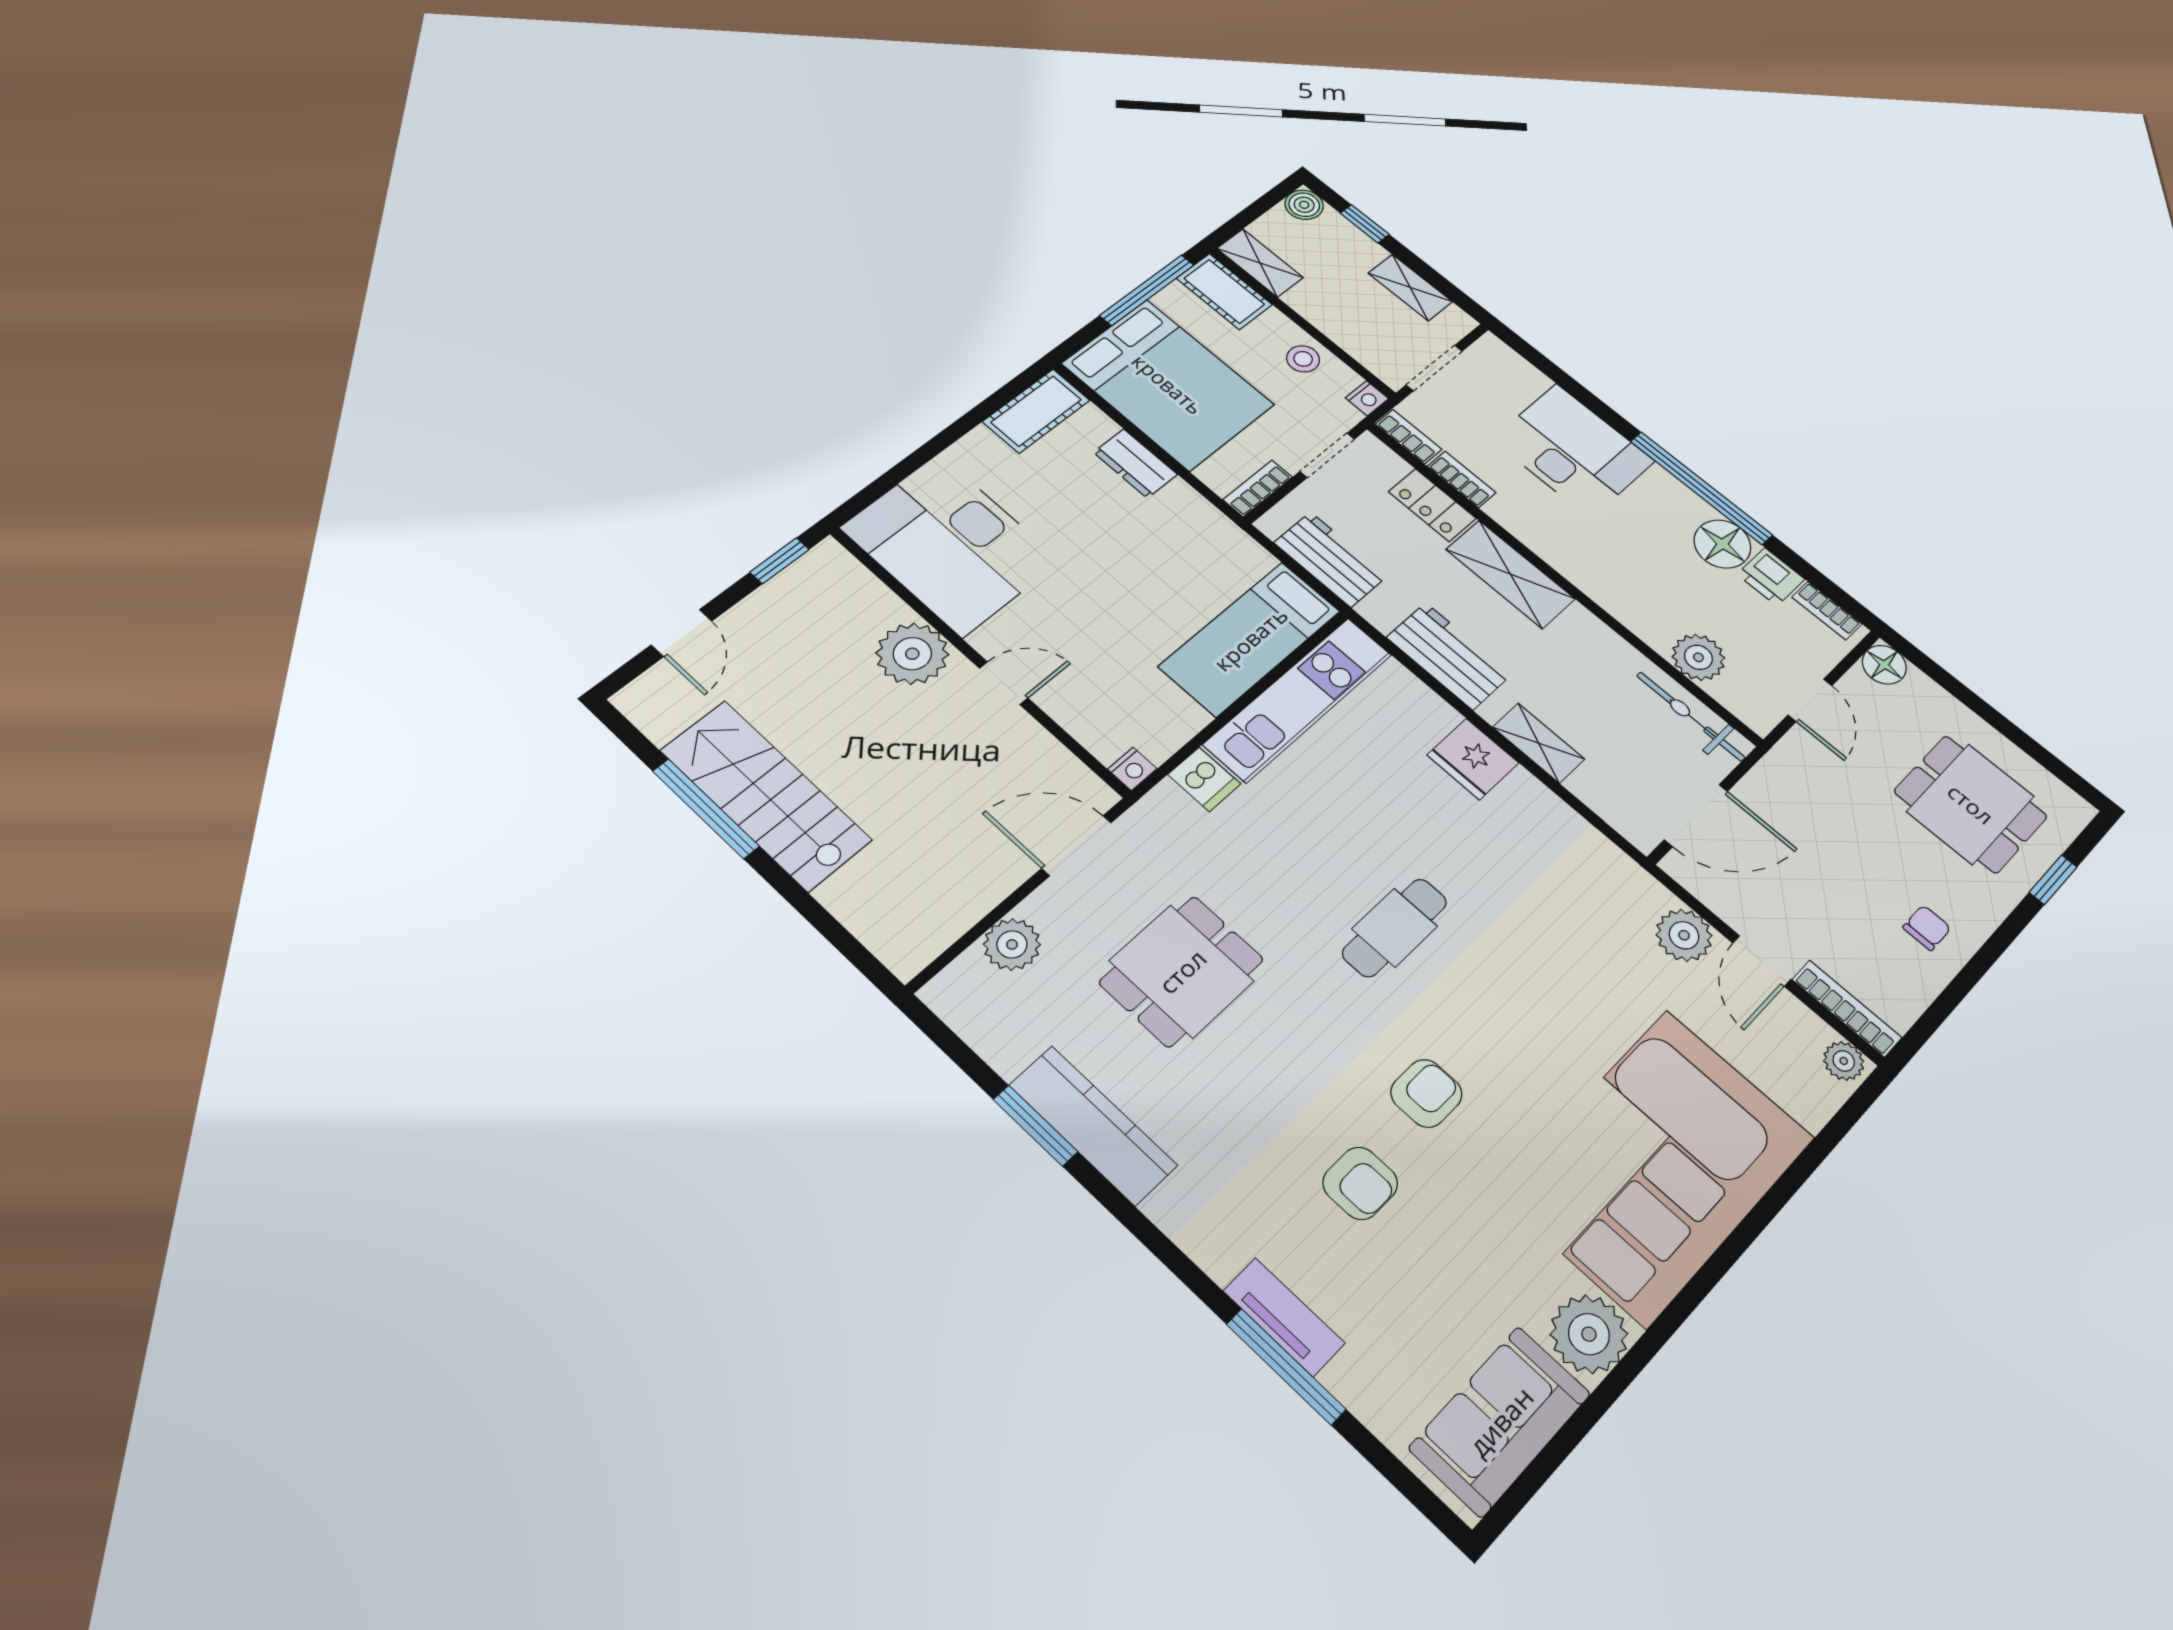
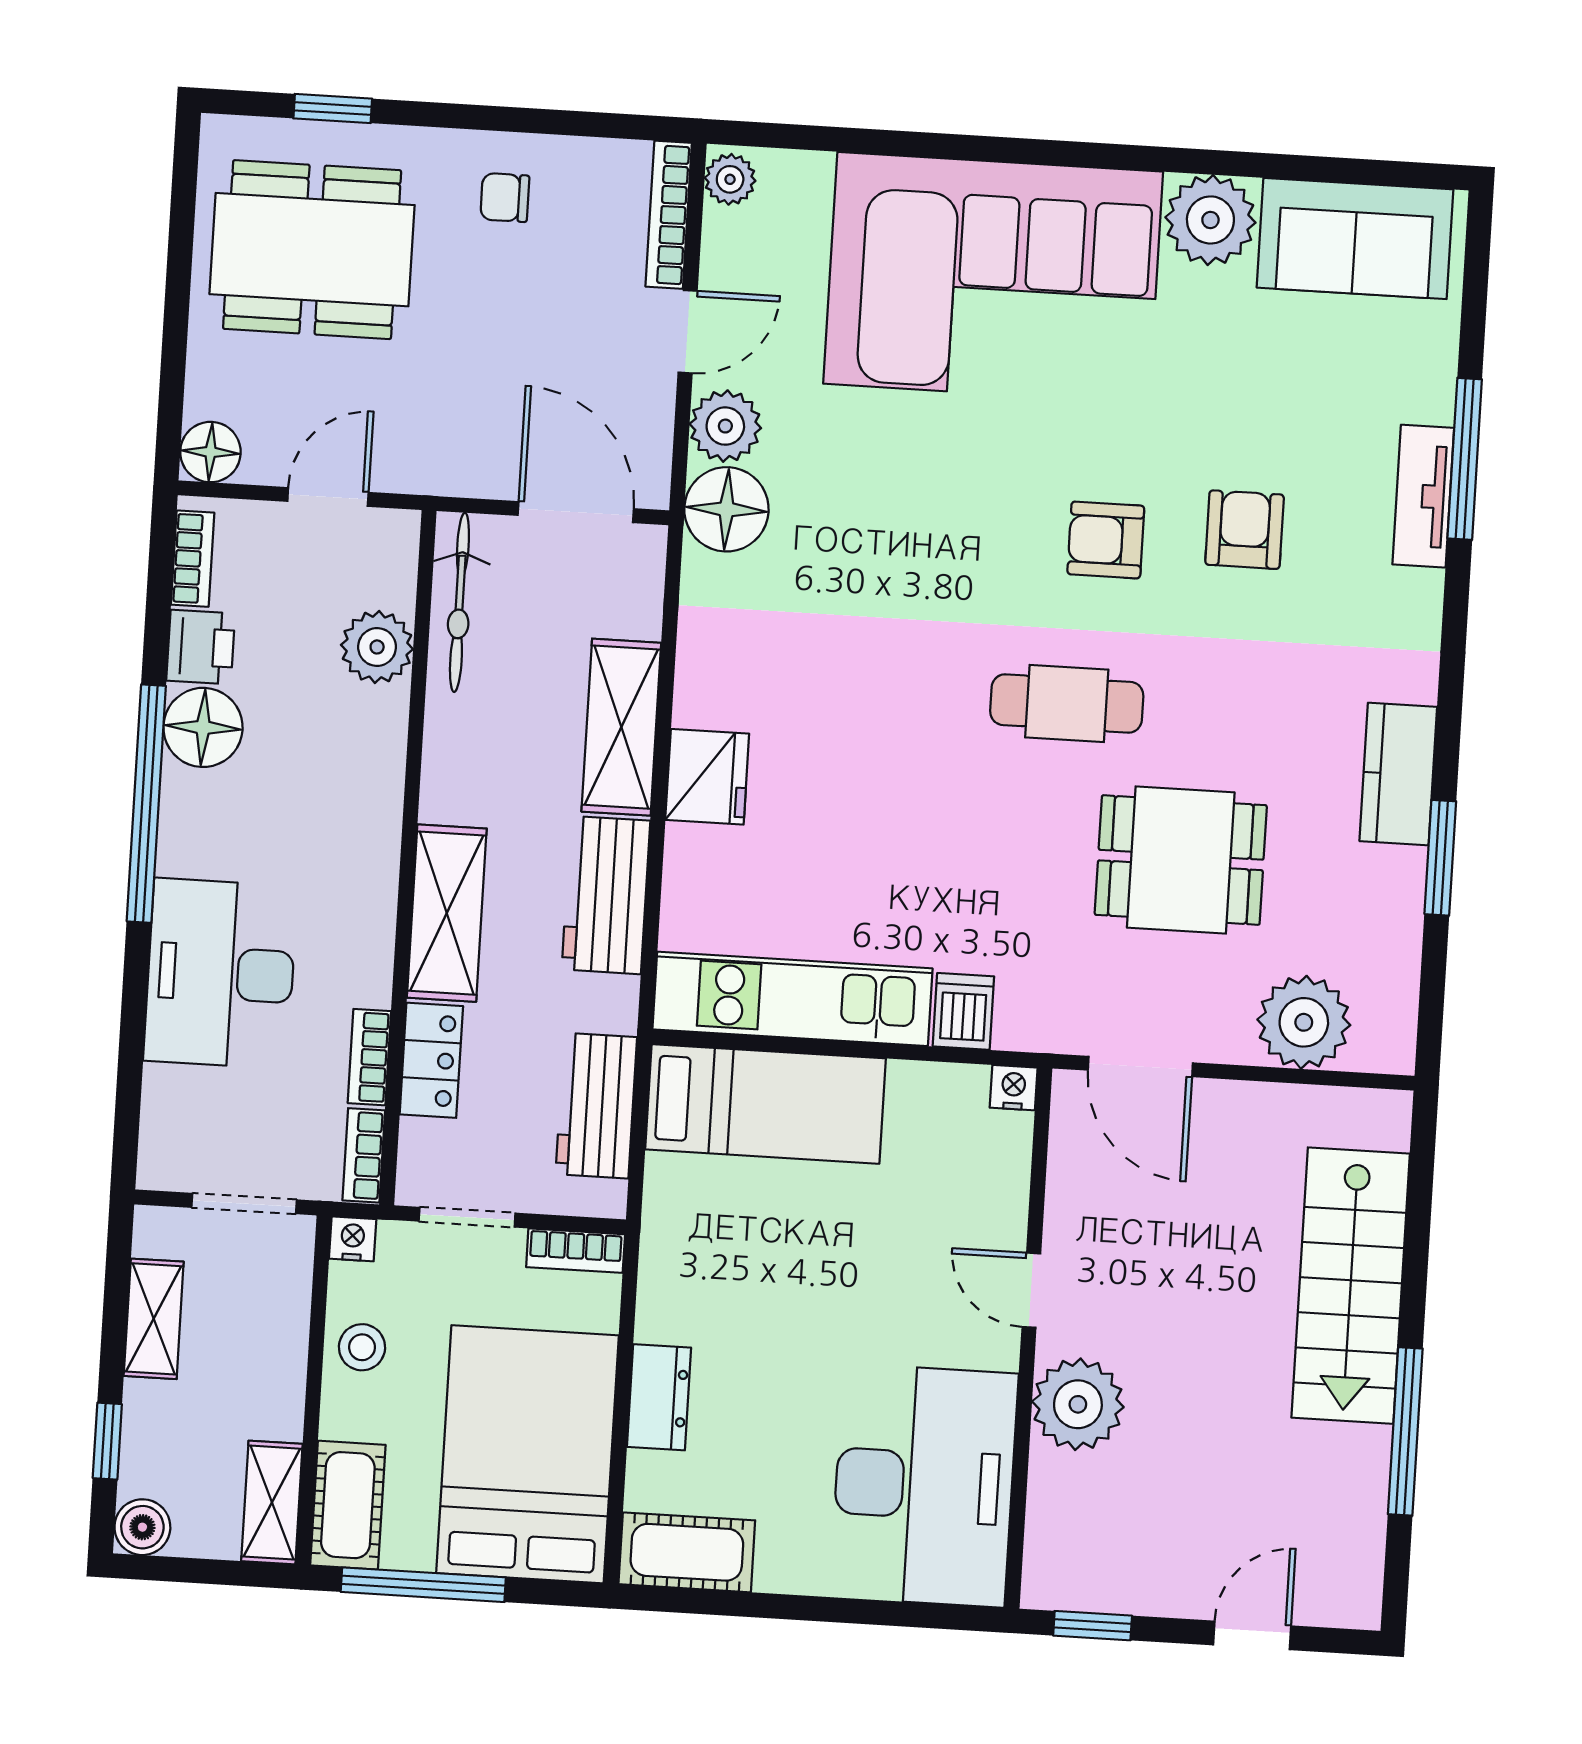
shelving: (1539, 743) -> (621, 727), width x1.50, depth x1.33
stairs: (766, 795) -> (1351, 1286), moved
dining table: (1971, 804) -> (312, 250), width x1.38
floor lamp: (1630, 895) -> (726, 509), added
cafe table: (1395, 928) -> (1067, 703), moved
plant: (1012, 944) -> (1304, 1022), width x1.36, depth x1.36
kitchen counter: (1093, 1125) -> (1398, 774), width x0.67

